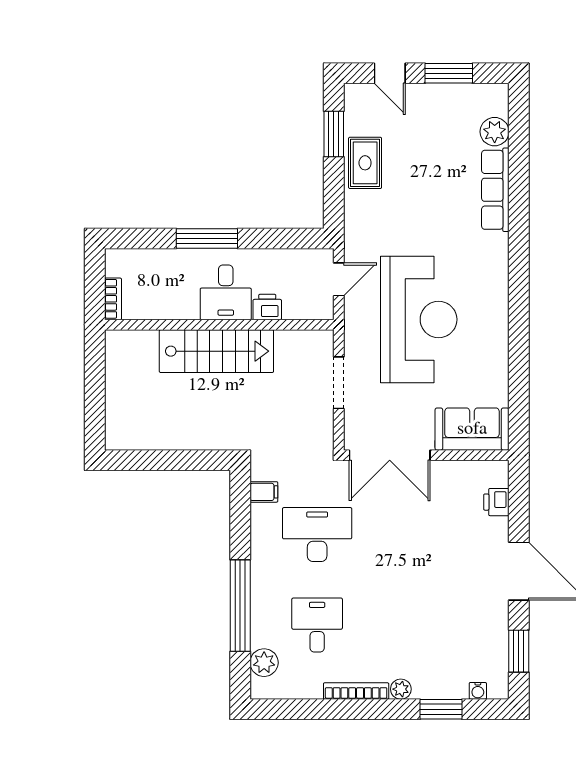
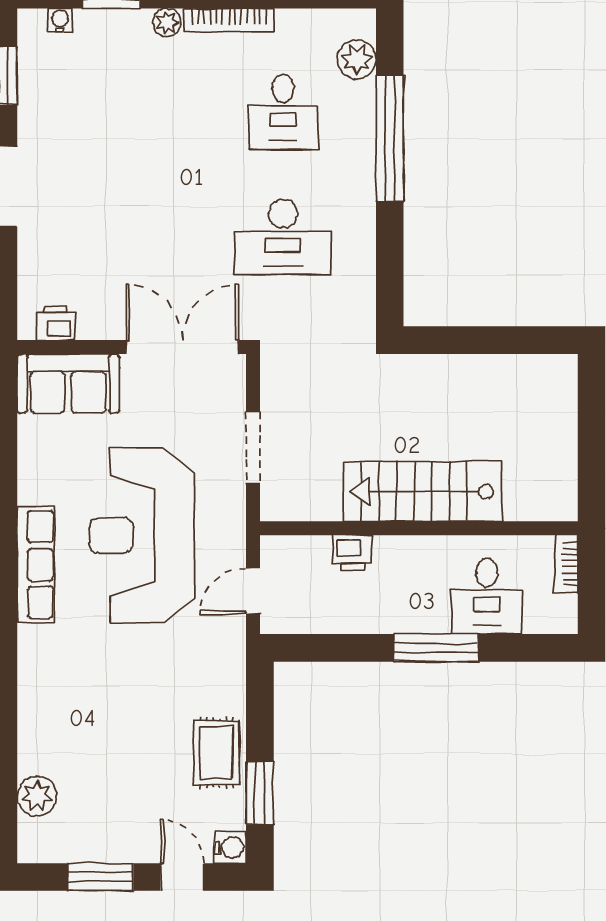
water cooler: (355, 95) -> (230, 847), added
row of seats: (495, 190) -> (36, 565), moved
desk: (226, 292) -> (487, 596), moved, turned 180
filing cabinet: (264, 492) -> (357, 296), removed
printer: (496, 502) -> (56, 323), moved, turned -90

